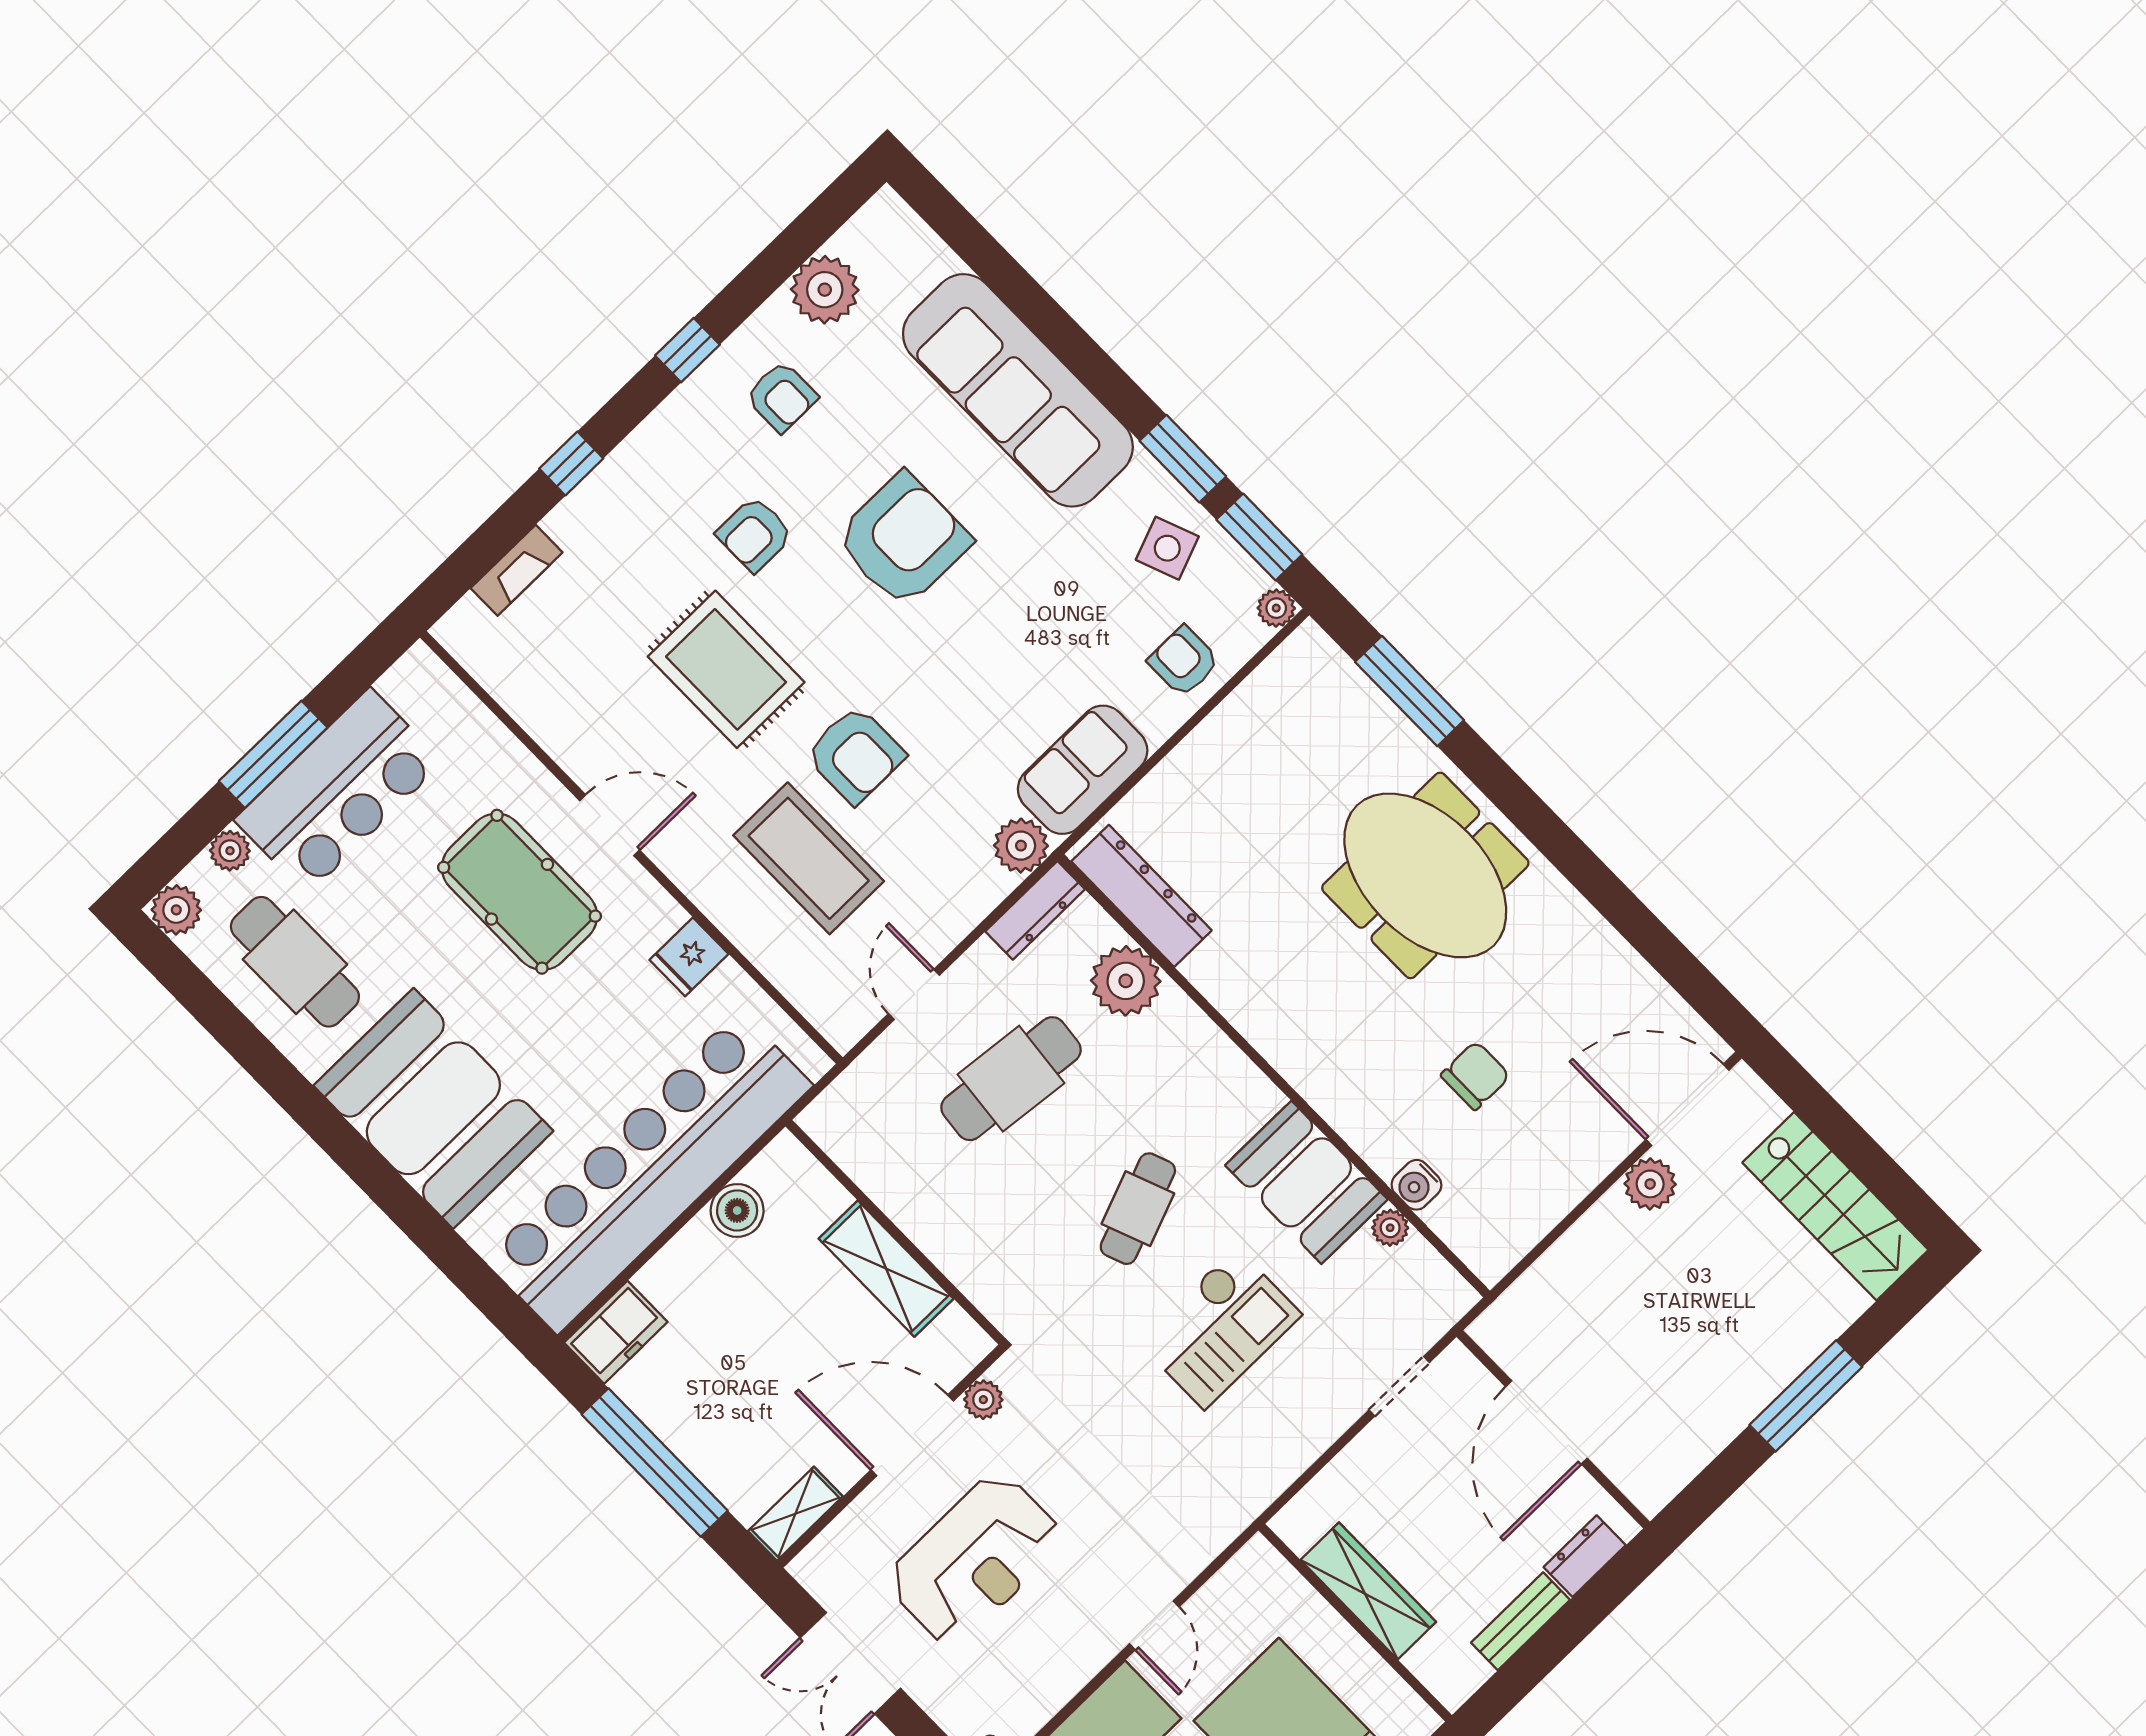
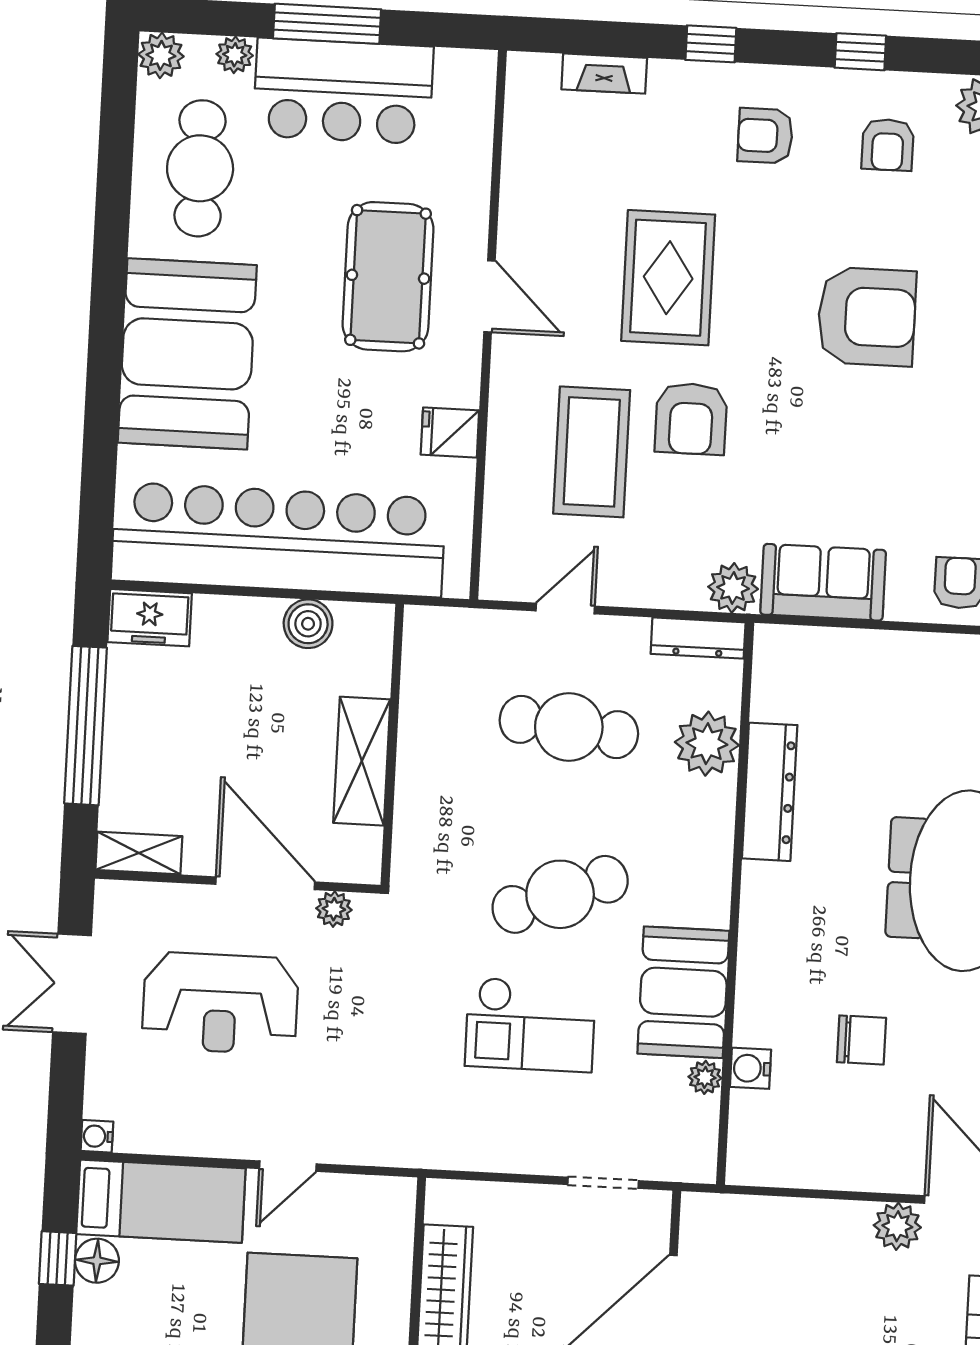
armchair: (755, 534) -> (765, 136), moved
dresser: (1141, 896) -> (770, 792), moved
cafe table: (1138, 1209) -> (560, 894), width x1.37, depth x1.35

